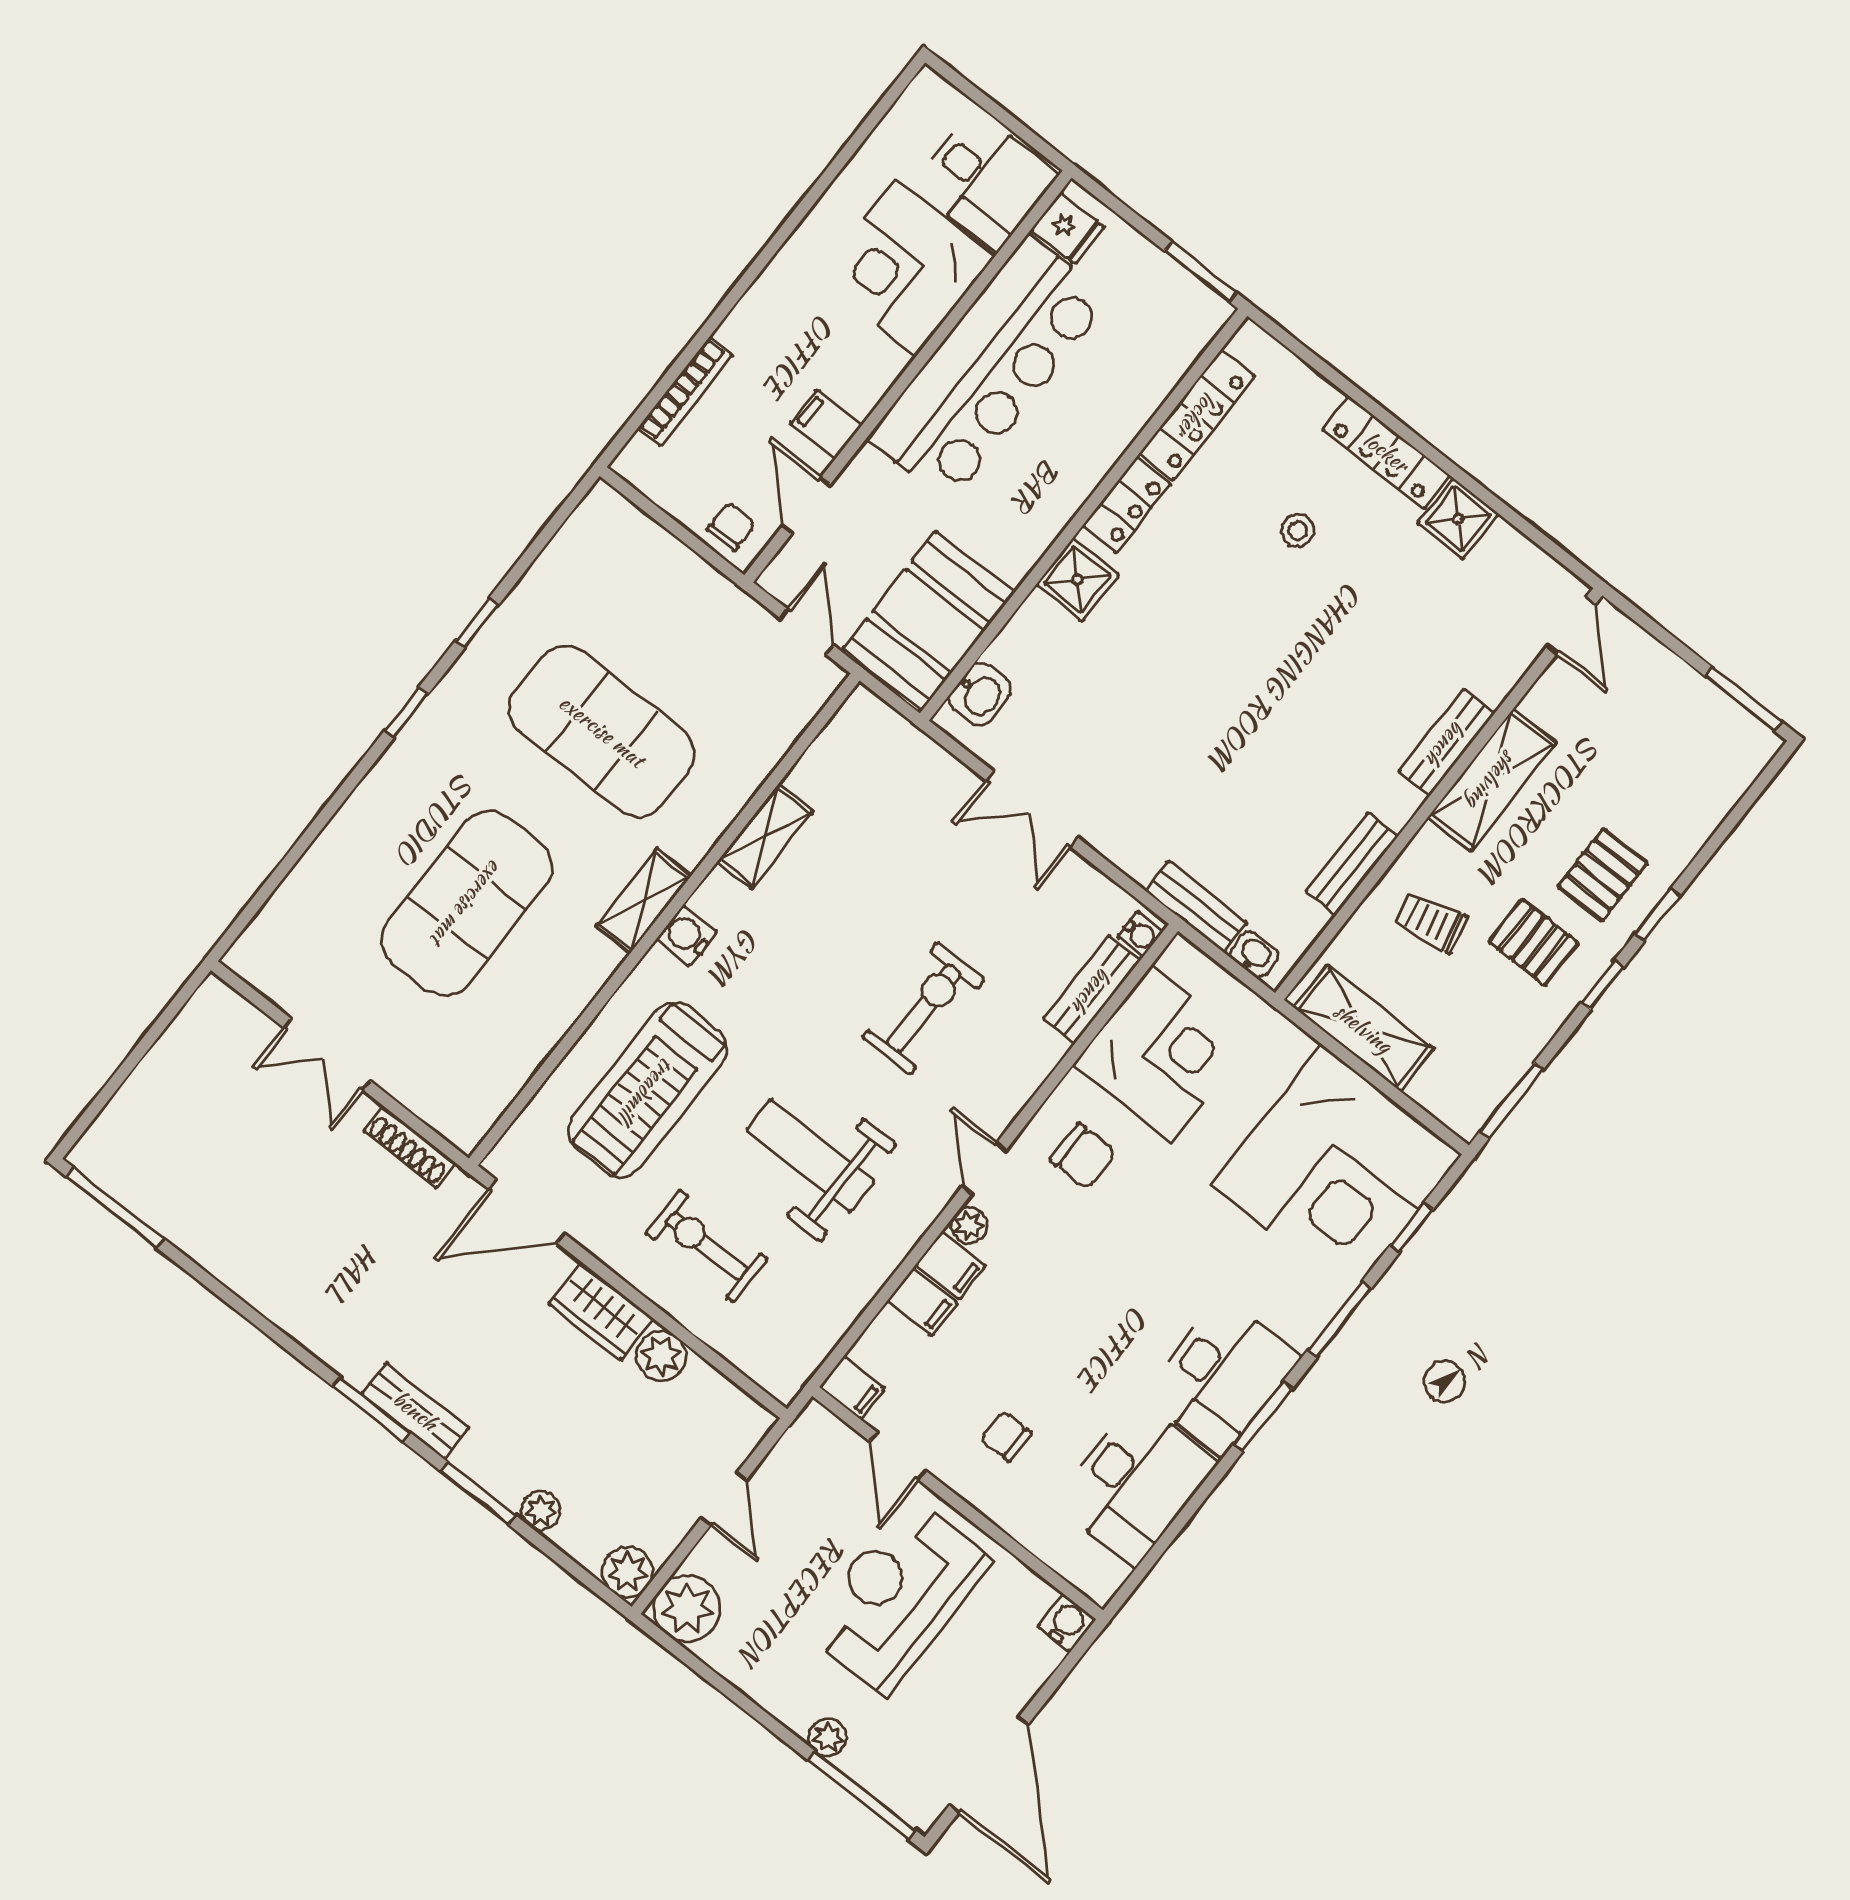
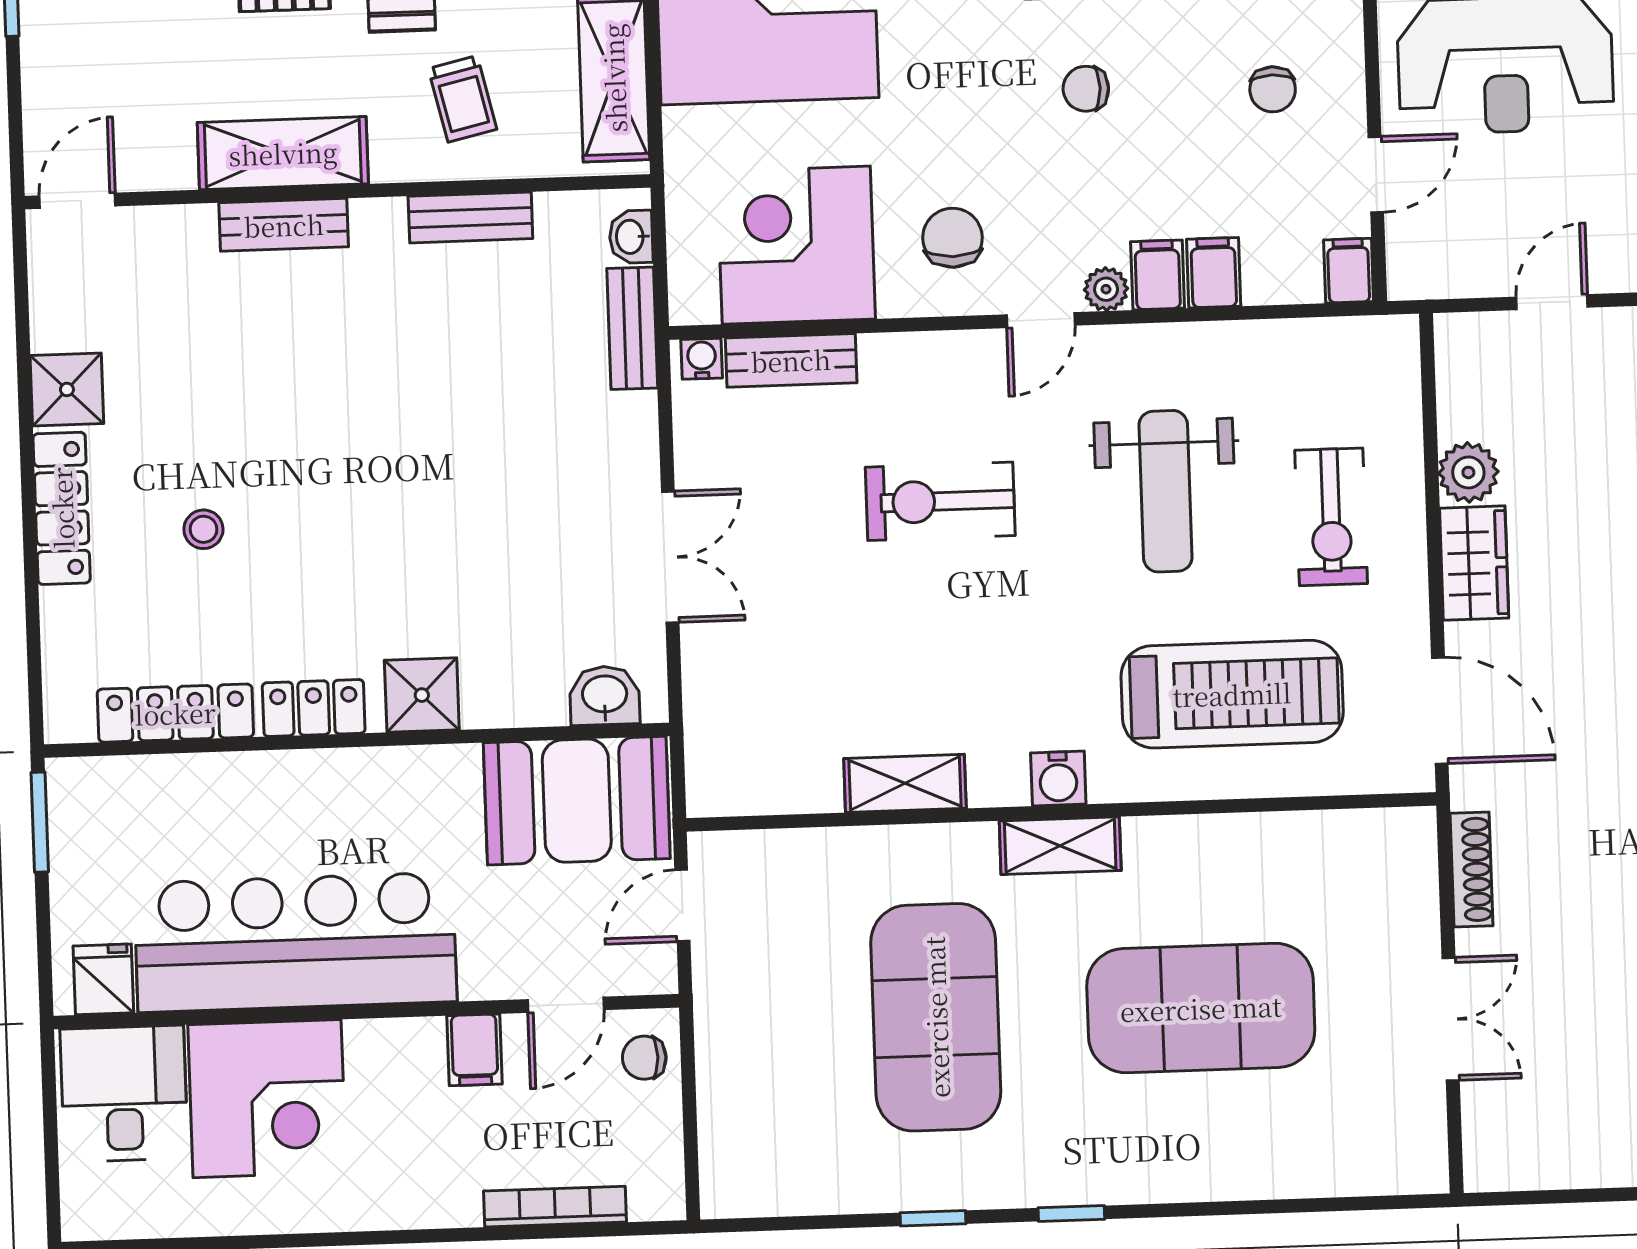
chair: (1106, 1319) -> (1086, 89), added

